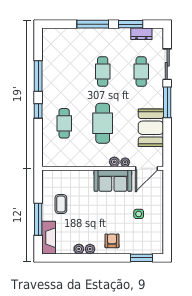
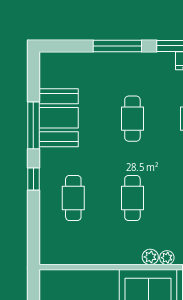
booth: (55, 71) -> (59, 118), added
cafe table: (103, 123) -> (132, 198), width x0.73, depth x0.74

